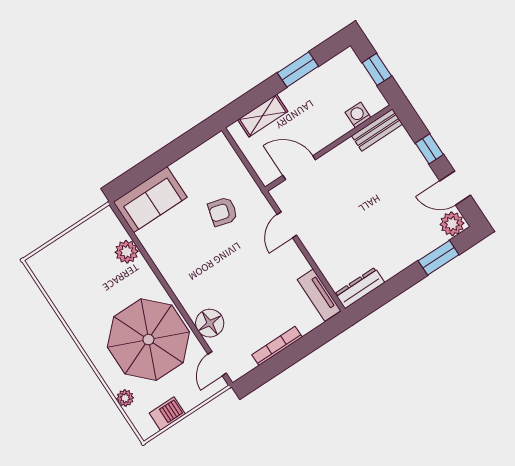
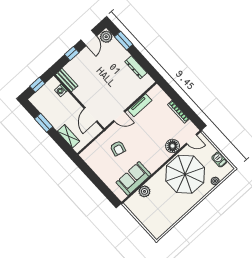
sofa: (150, 200) -> (134, 178), moved, turned -90
dresser: (360, 288) -> (136, 67), moved
tv unit: (319, 295) -> (140, 105), moved

